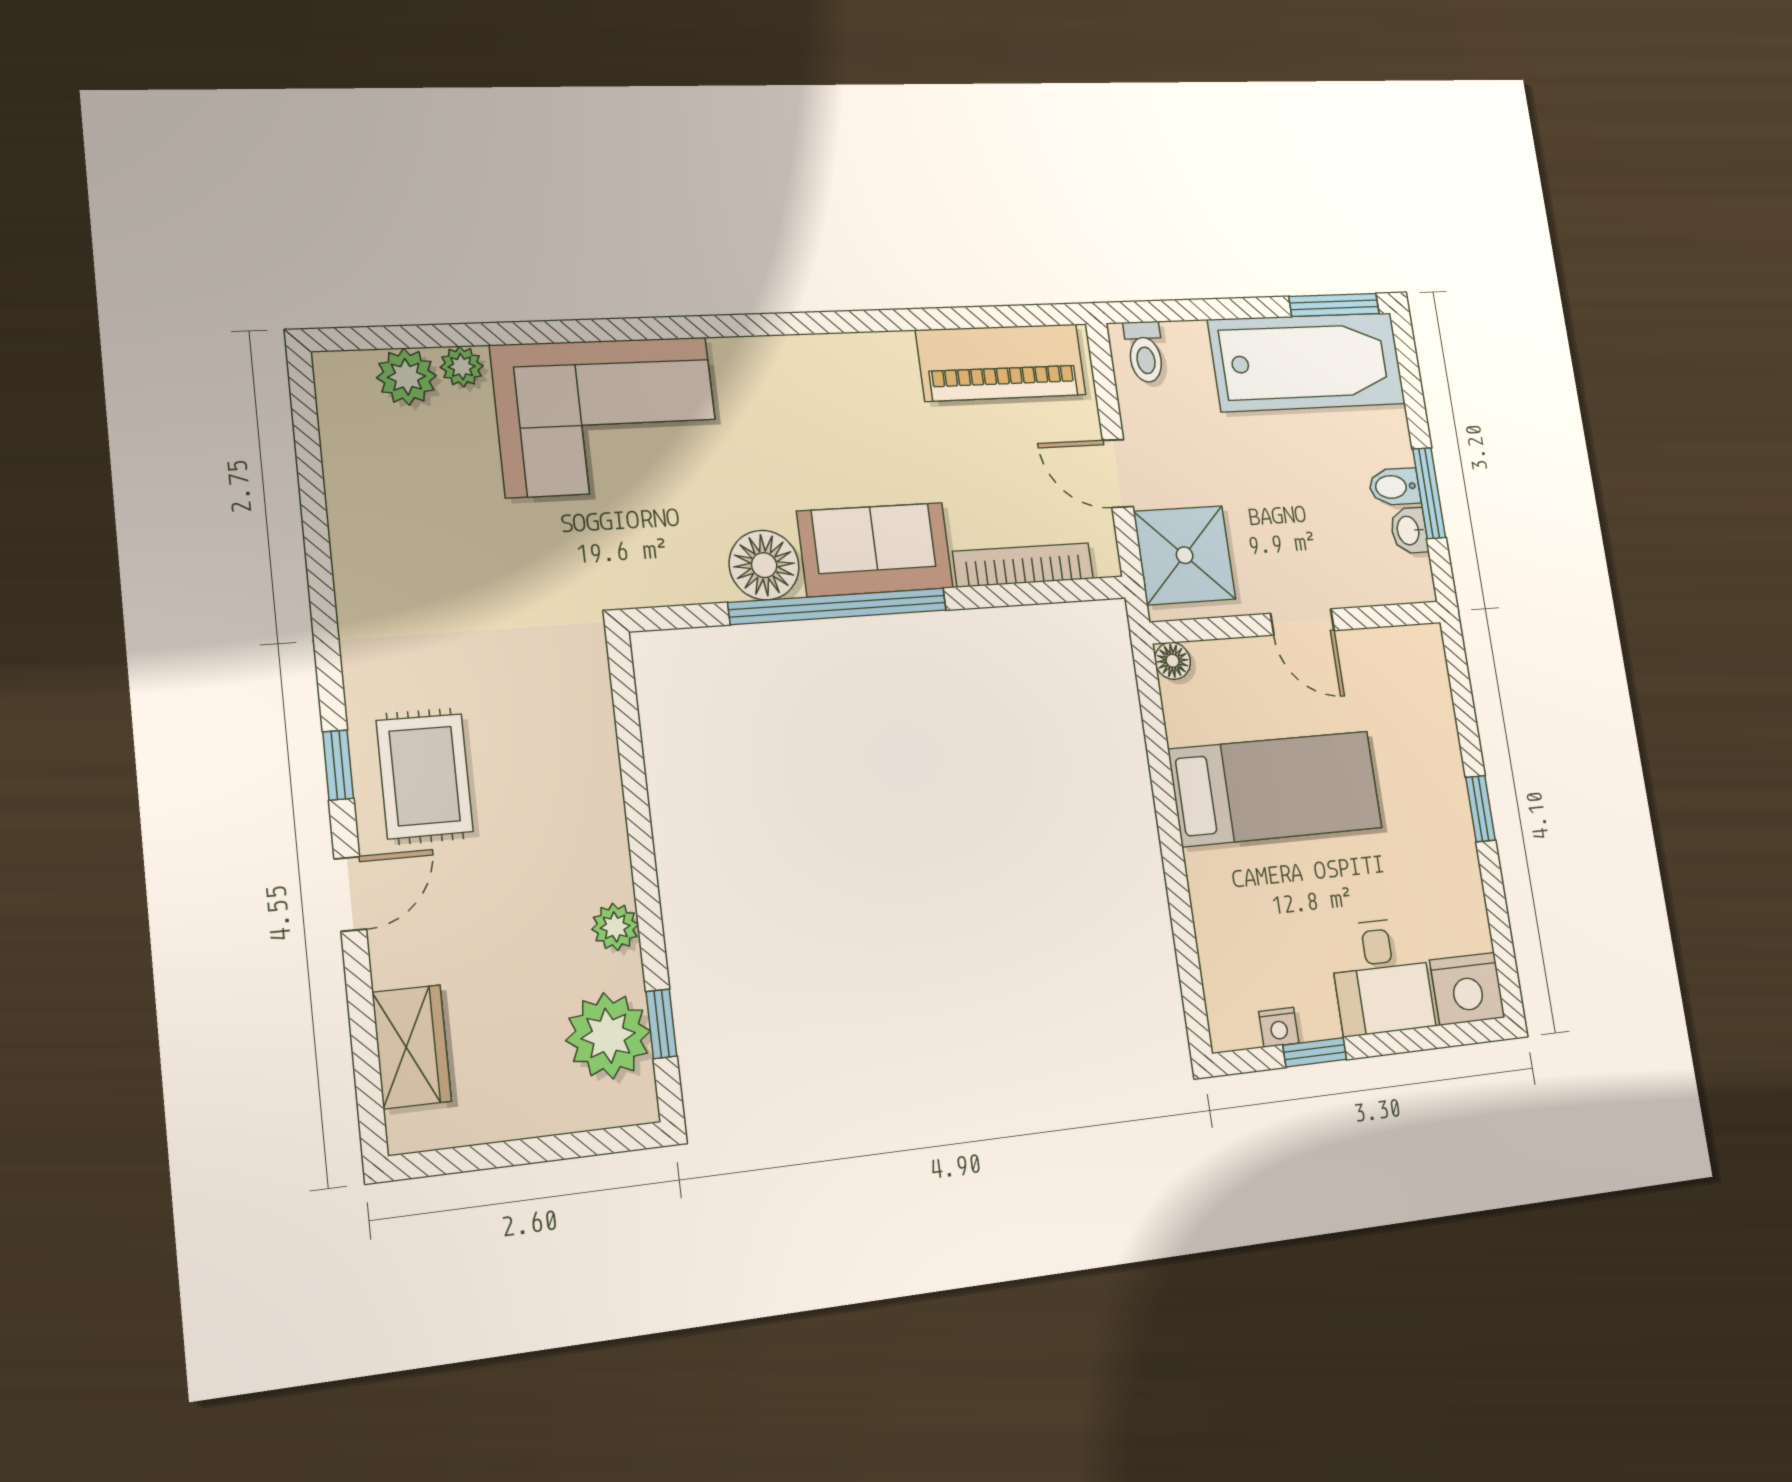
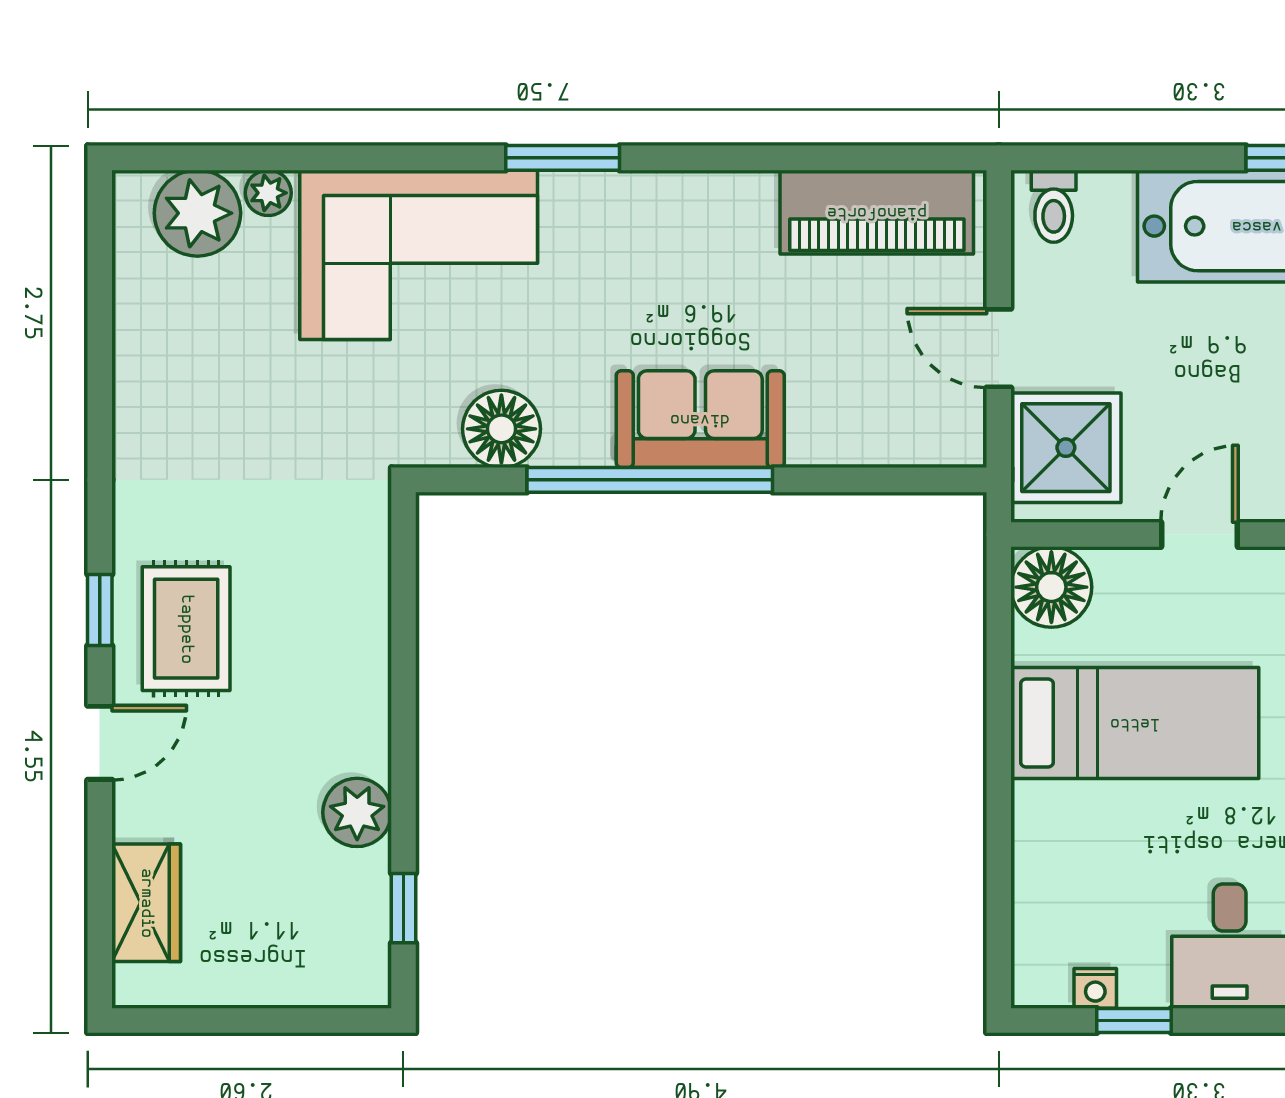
window: (726, 326) -> (563, 158), added
plant: (406, 377) -> (197, 213), width x1.36, depth x1.36
floor lamp: (764, 565) -> (501, 429), moved
bookcase: (1023, 565) -> (870, 447), removed
door: (1302, 622) -> (1199, 535), swing flipped
floor lamp: (1173, 661) -> (1051, 587), width x1.89, depth x1.89
plant: (615, 927) -> (357, 812), width x1.38, depth x1.38
plant: (608, 1036) -> (347, 914), removed

